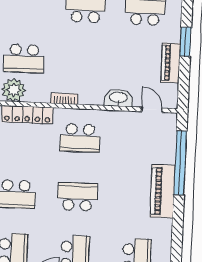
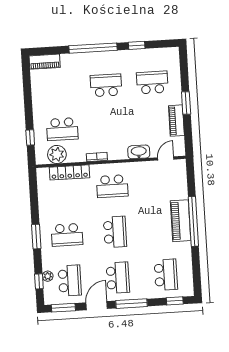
door: (152, 110) -> (166, 158), hinge flipped
window: (180, 163) -> (193, 221), moved
school desk: (77, 197) -> (115, 232), turned 90

